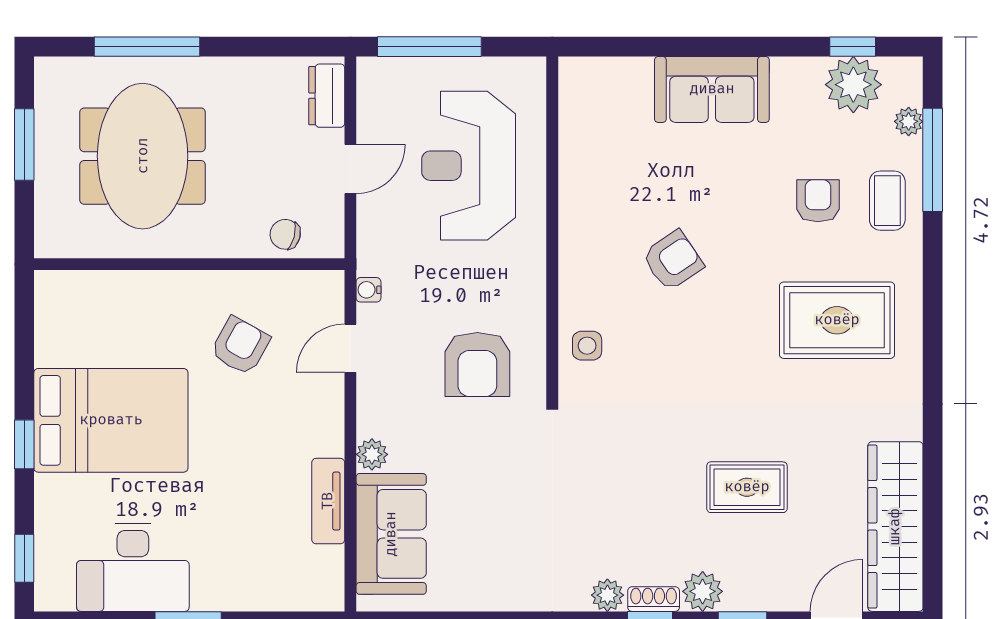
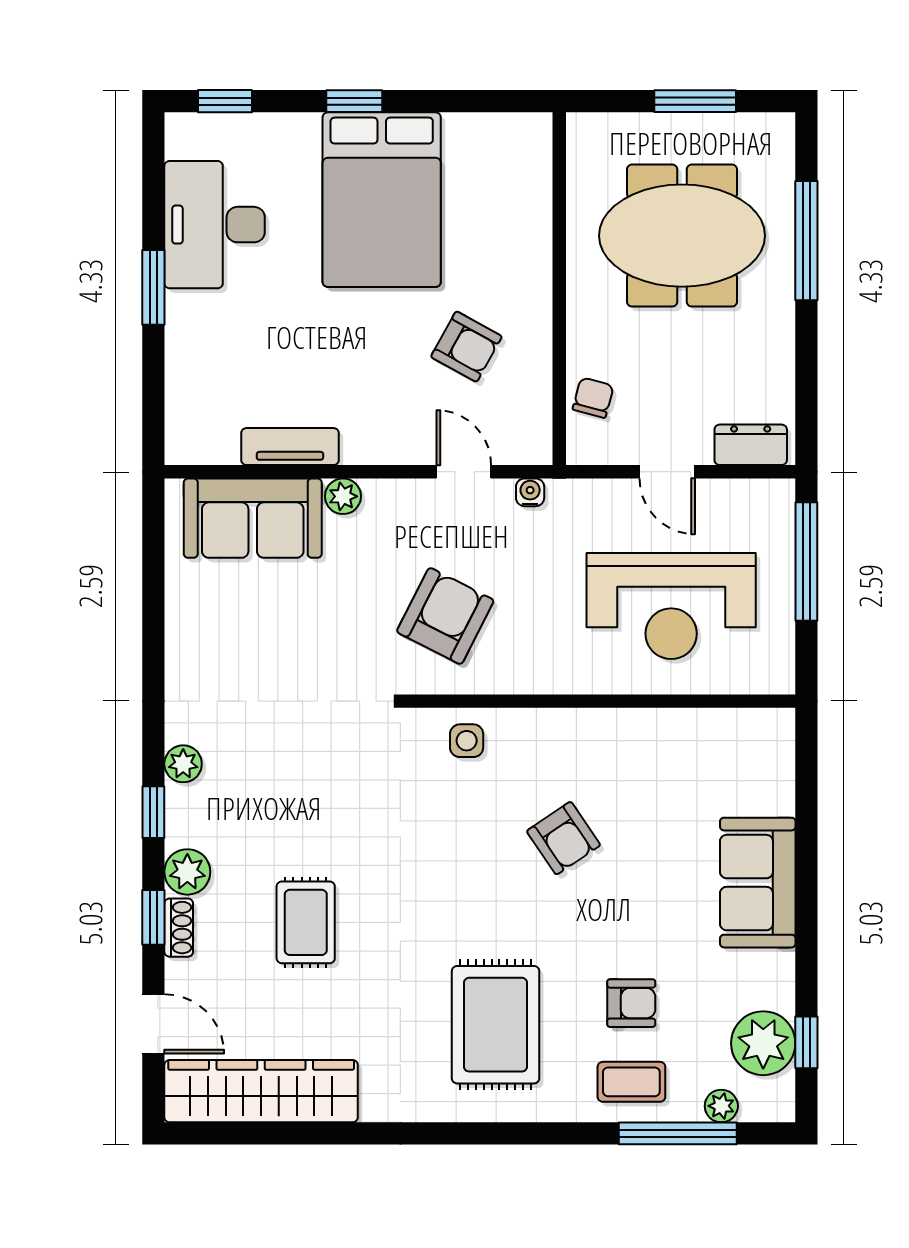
reception desk: (469, 166) -> (671, 606), turned 180
armchair: (477, 364) -> (445, 616), turned 117
shoe rack: (654, 599) -> (179, 928), moved

